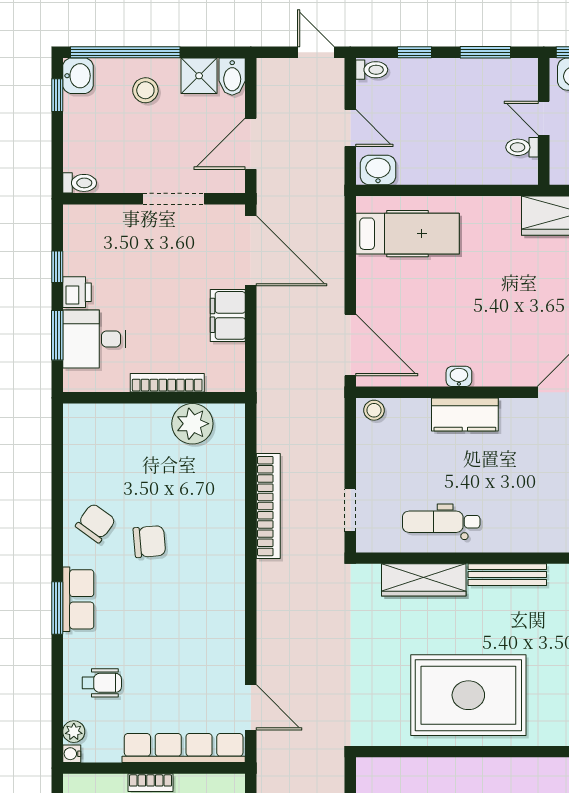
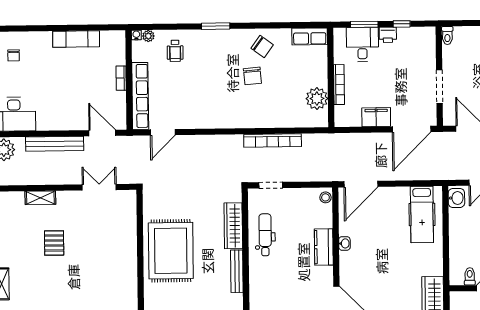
row of seats: (78, 599) -> (310, 36), moved

